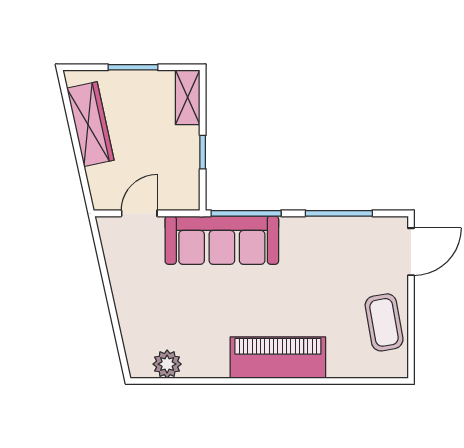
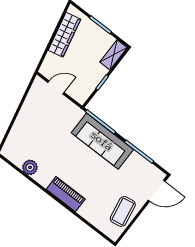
sofa: (222, 240) -> (102, 141), moved
piano: (278, 358) -> (66, 194), width x0.73, depth x0.75
plant: (167, 364) -> (30, 167), moved

